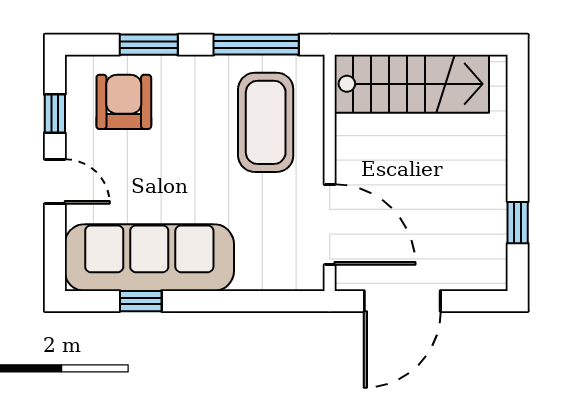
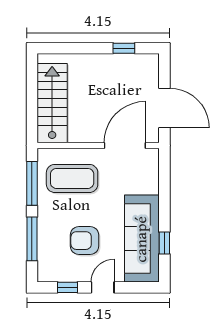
window: (149, 45) -> (32, 239), width x1.44
armchair: (124, 102) -> (84, 241), moved

